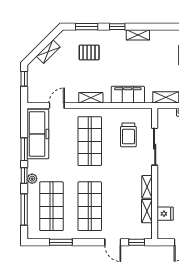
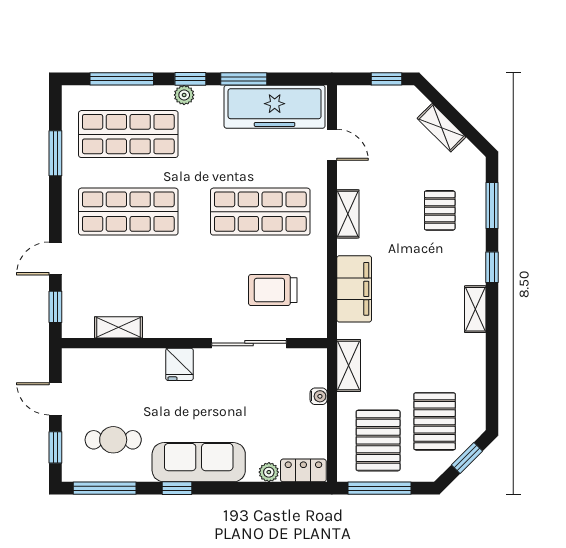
shelving: (147, 187) -> (167, 328), removed
fridge: (165, 214) -> (180, 364), moved

